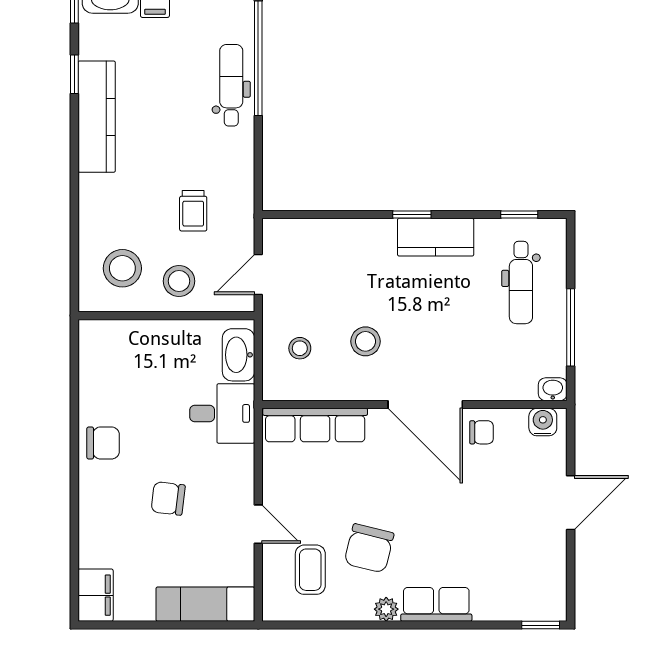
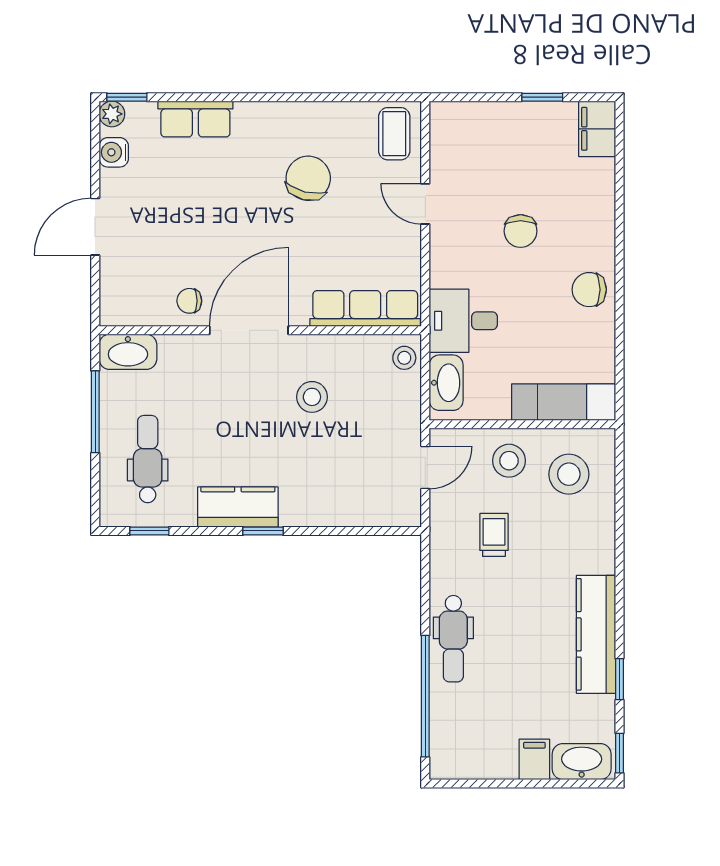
dental chair: (231, 85) -> (453, 639), moved
stool: (300, 348) -> (404, 358), moved
washbasin: (553, 389) -> (128, 352), width x1.91, depth x1.45
door: (425, 404) -> (249, 330), hinge flipped
water cooler: (543, 422) -> (114, 152), moved, turned 90
chair: (168, 498) -> (521, 231), turned 83
coffee table: (310, 570) -> (394, 134), moved
exam couch: (205, 604) -> (564, 402), moved, turned 180
row of seats: (436, 604) -> (195, 119), moved
plant: (386, 609) -> (112, 114), moved
window: (148, 625) -> (542, 97), added

